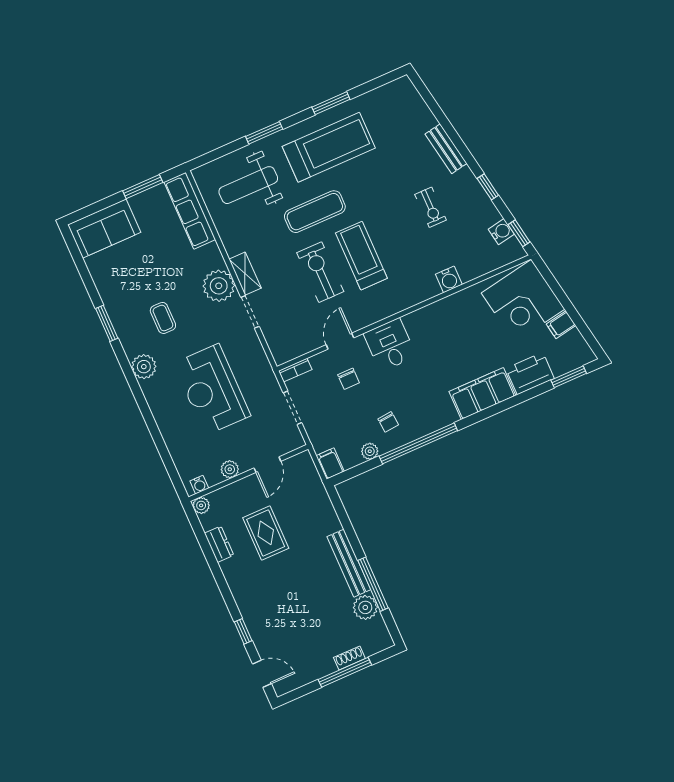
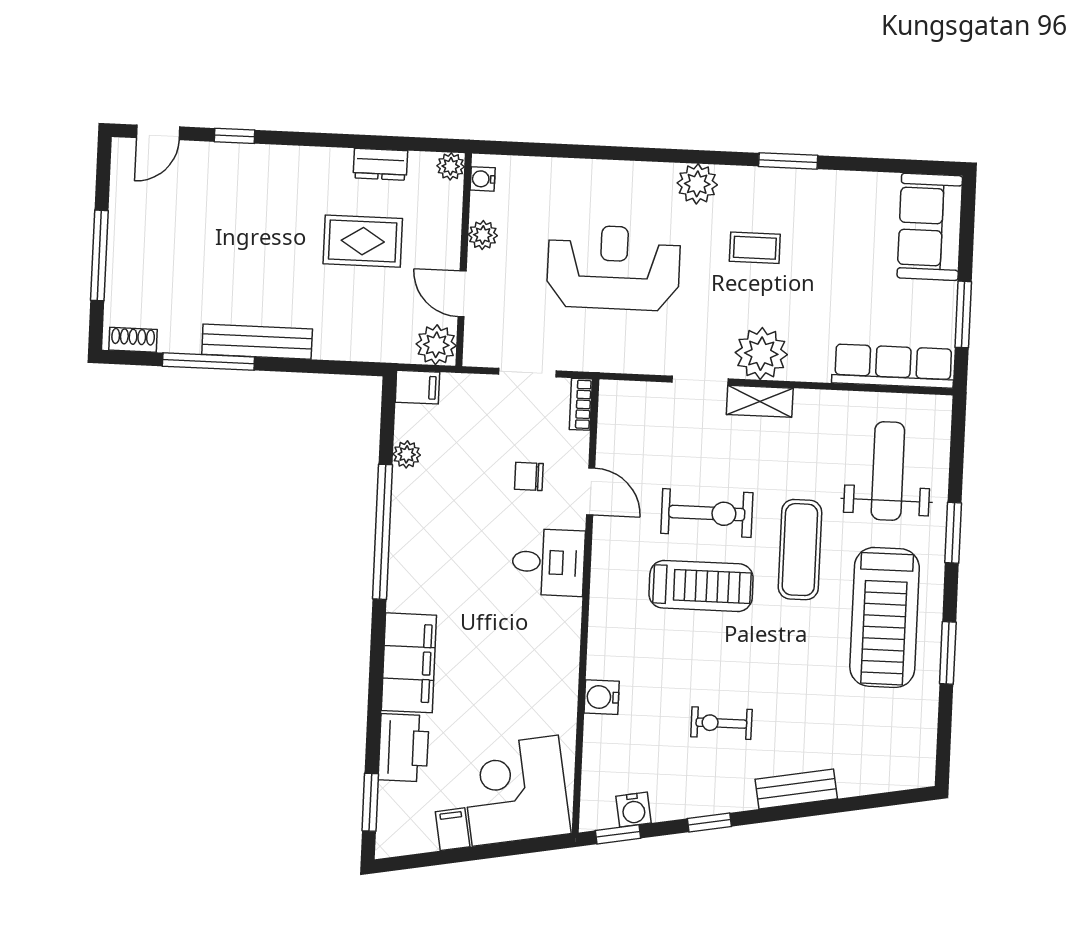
chair: (388, 422) -> (436, 503), removed
plant: (365, 607) -> (436, 345), moved
shoe rack: (349, 658) -> (133, 340), moved, turned -90

